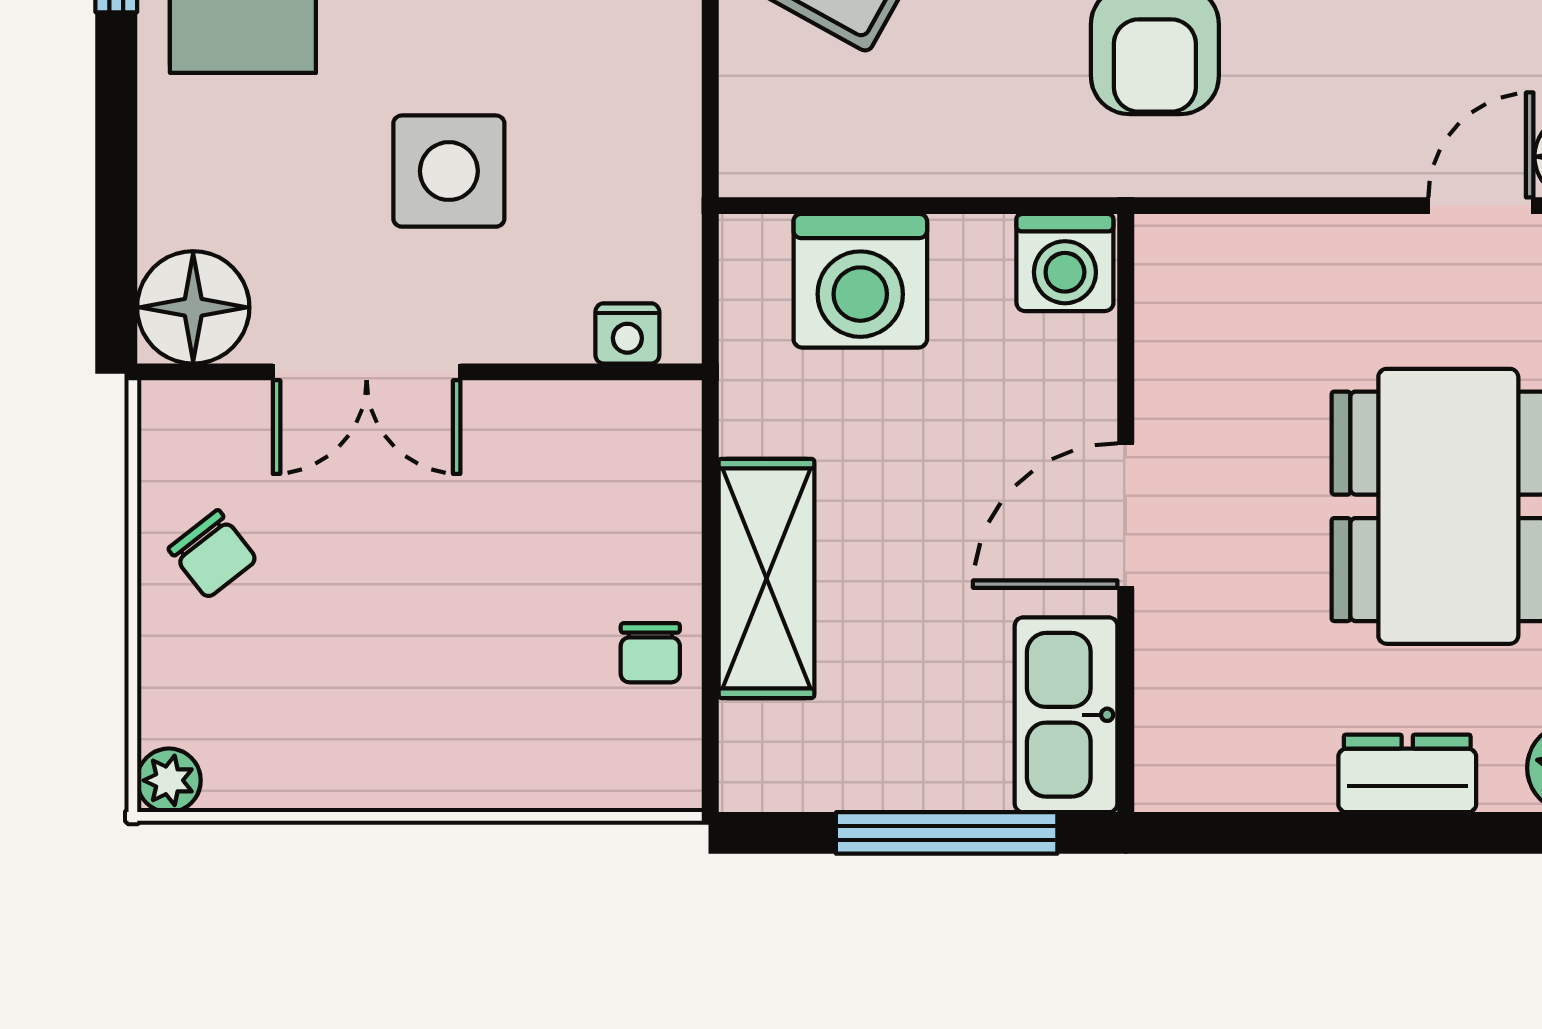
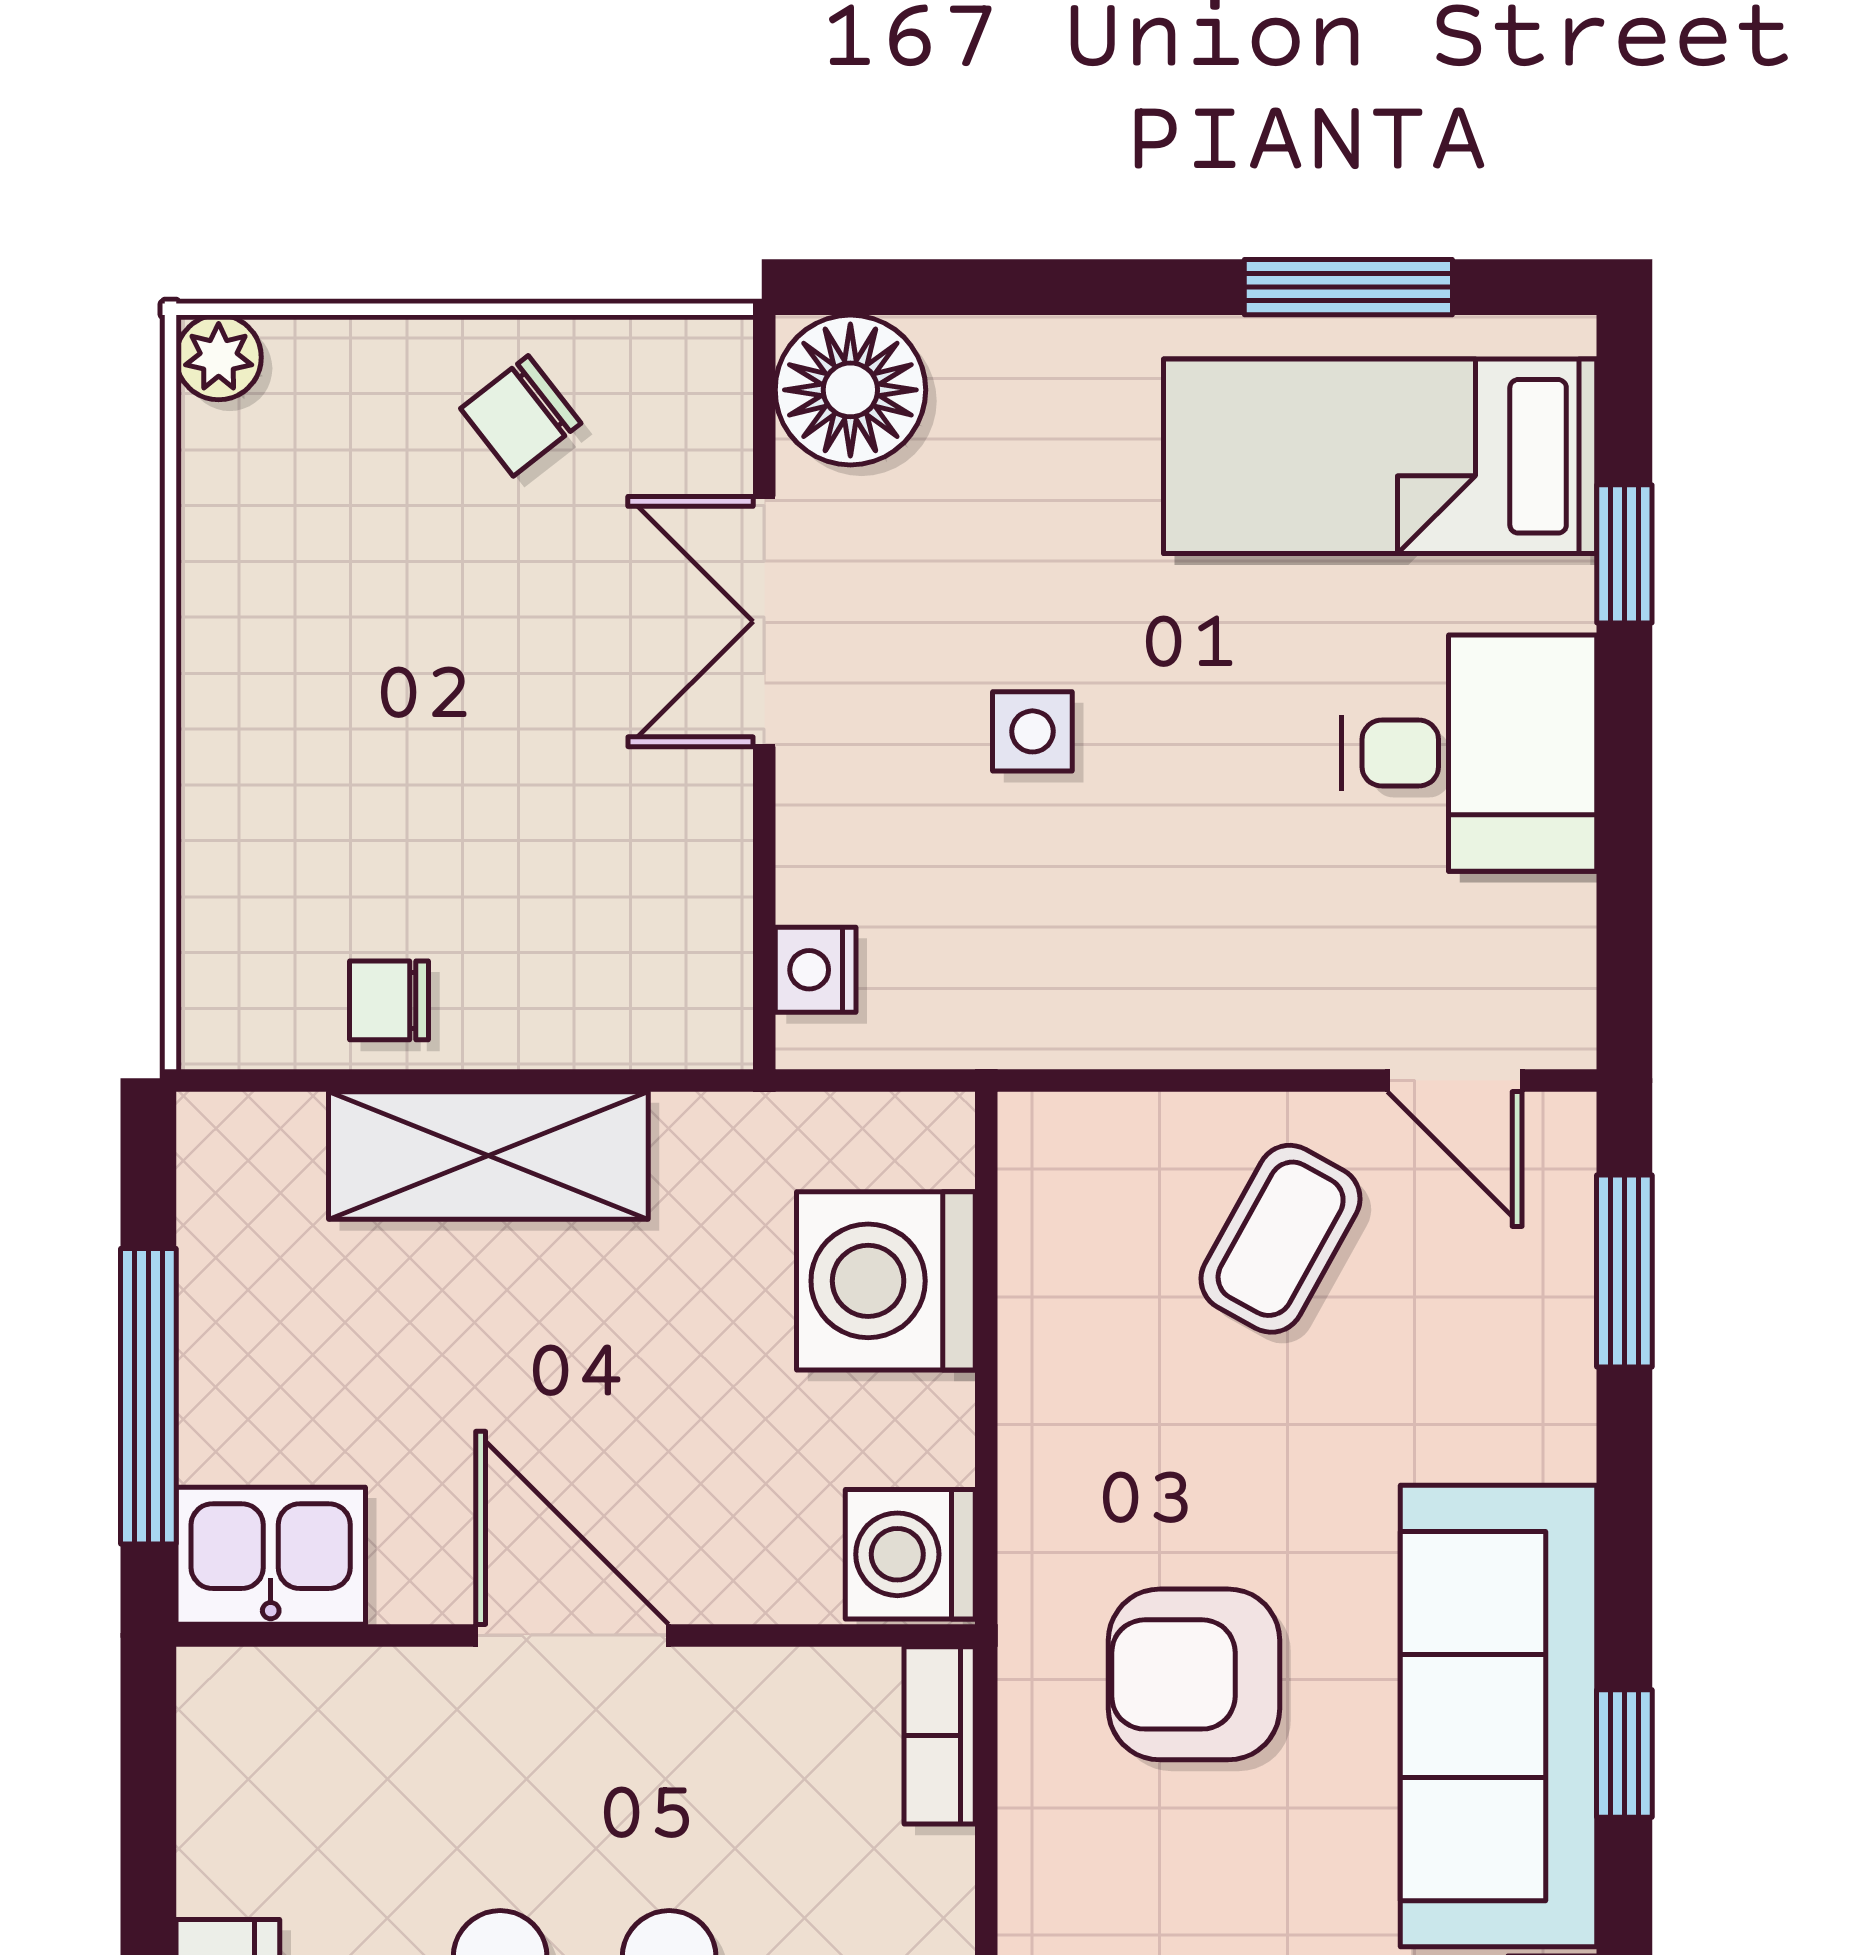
side table: (449, 171) -> (1032, 731), width x0.54, depth x0.54
bookcase: (1201, 241) -> (940, 1735), added
kitchen sink: (1066, 715) -> (271, 1556), width x0.73

